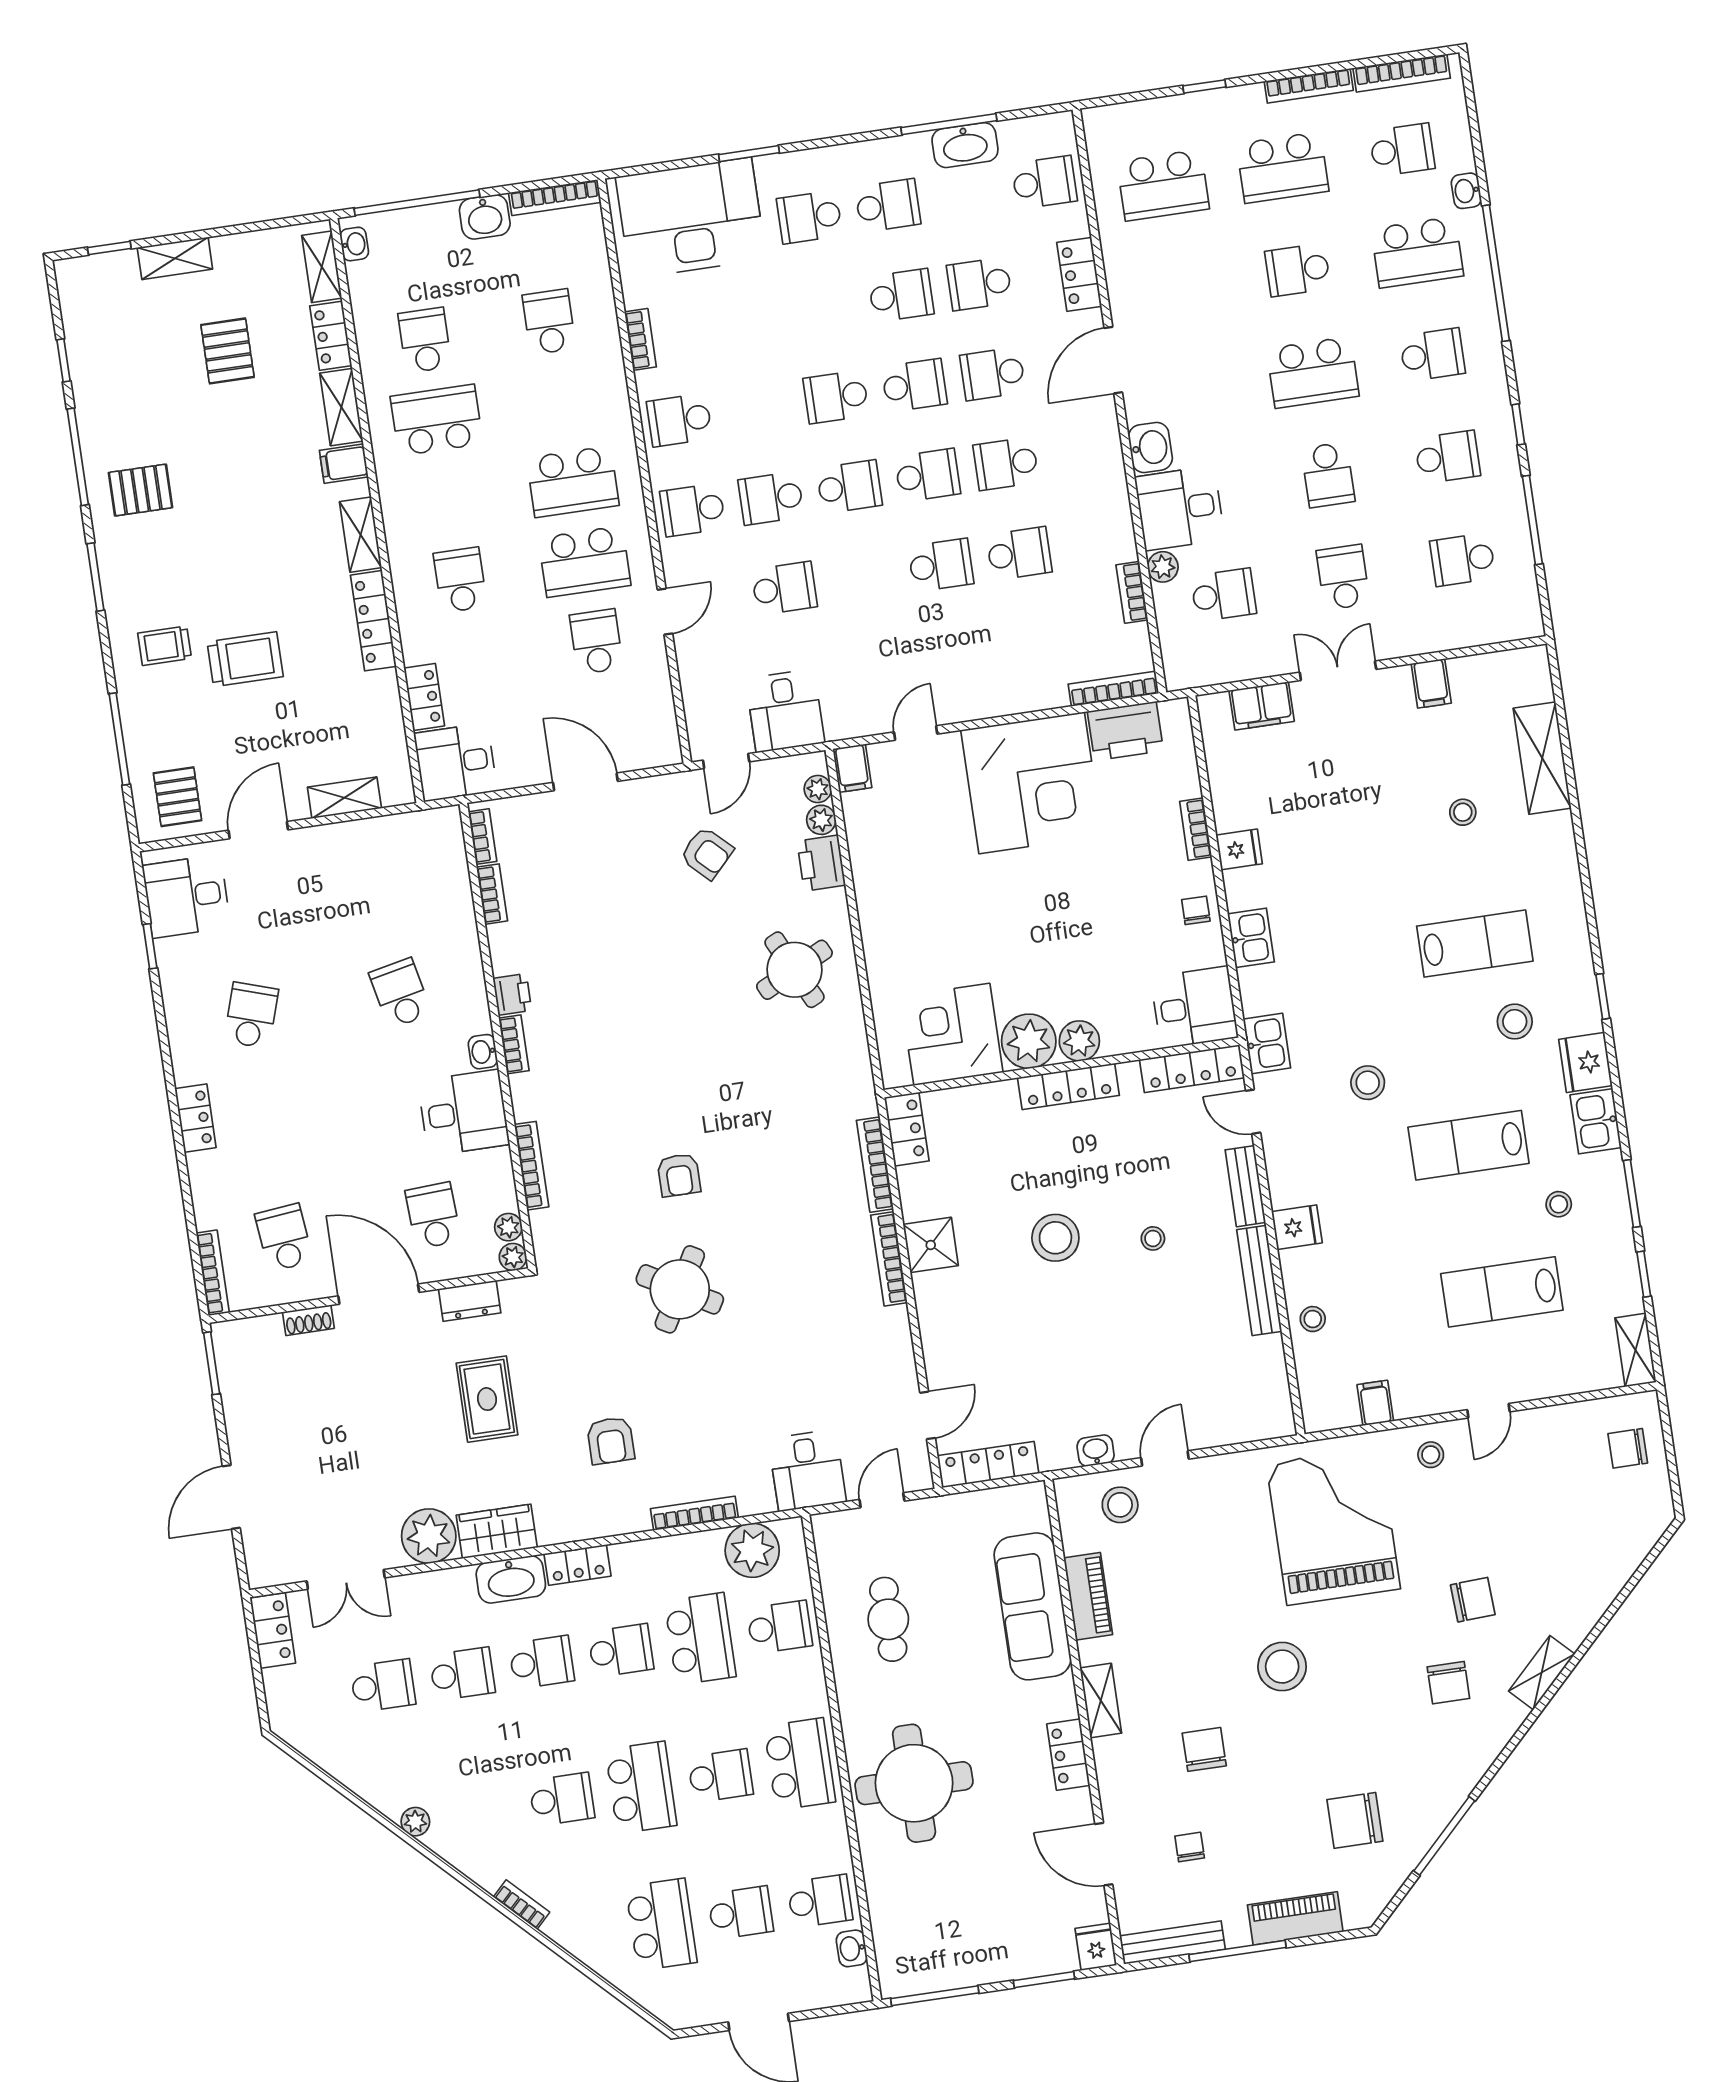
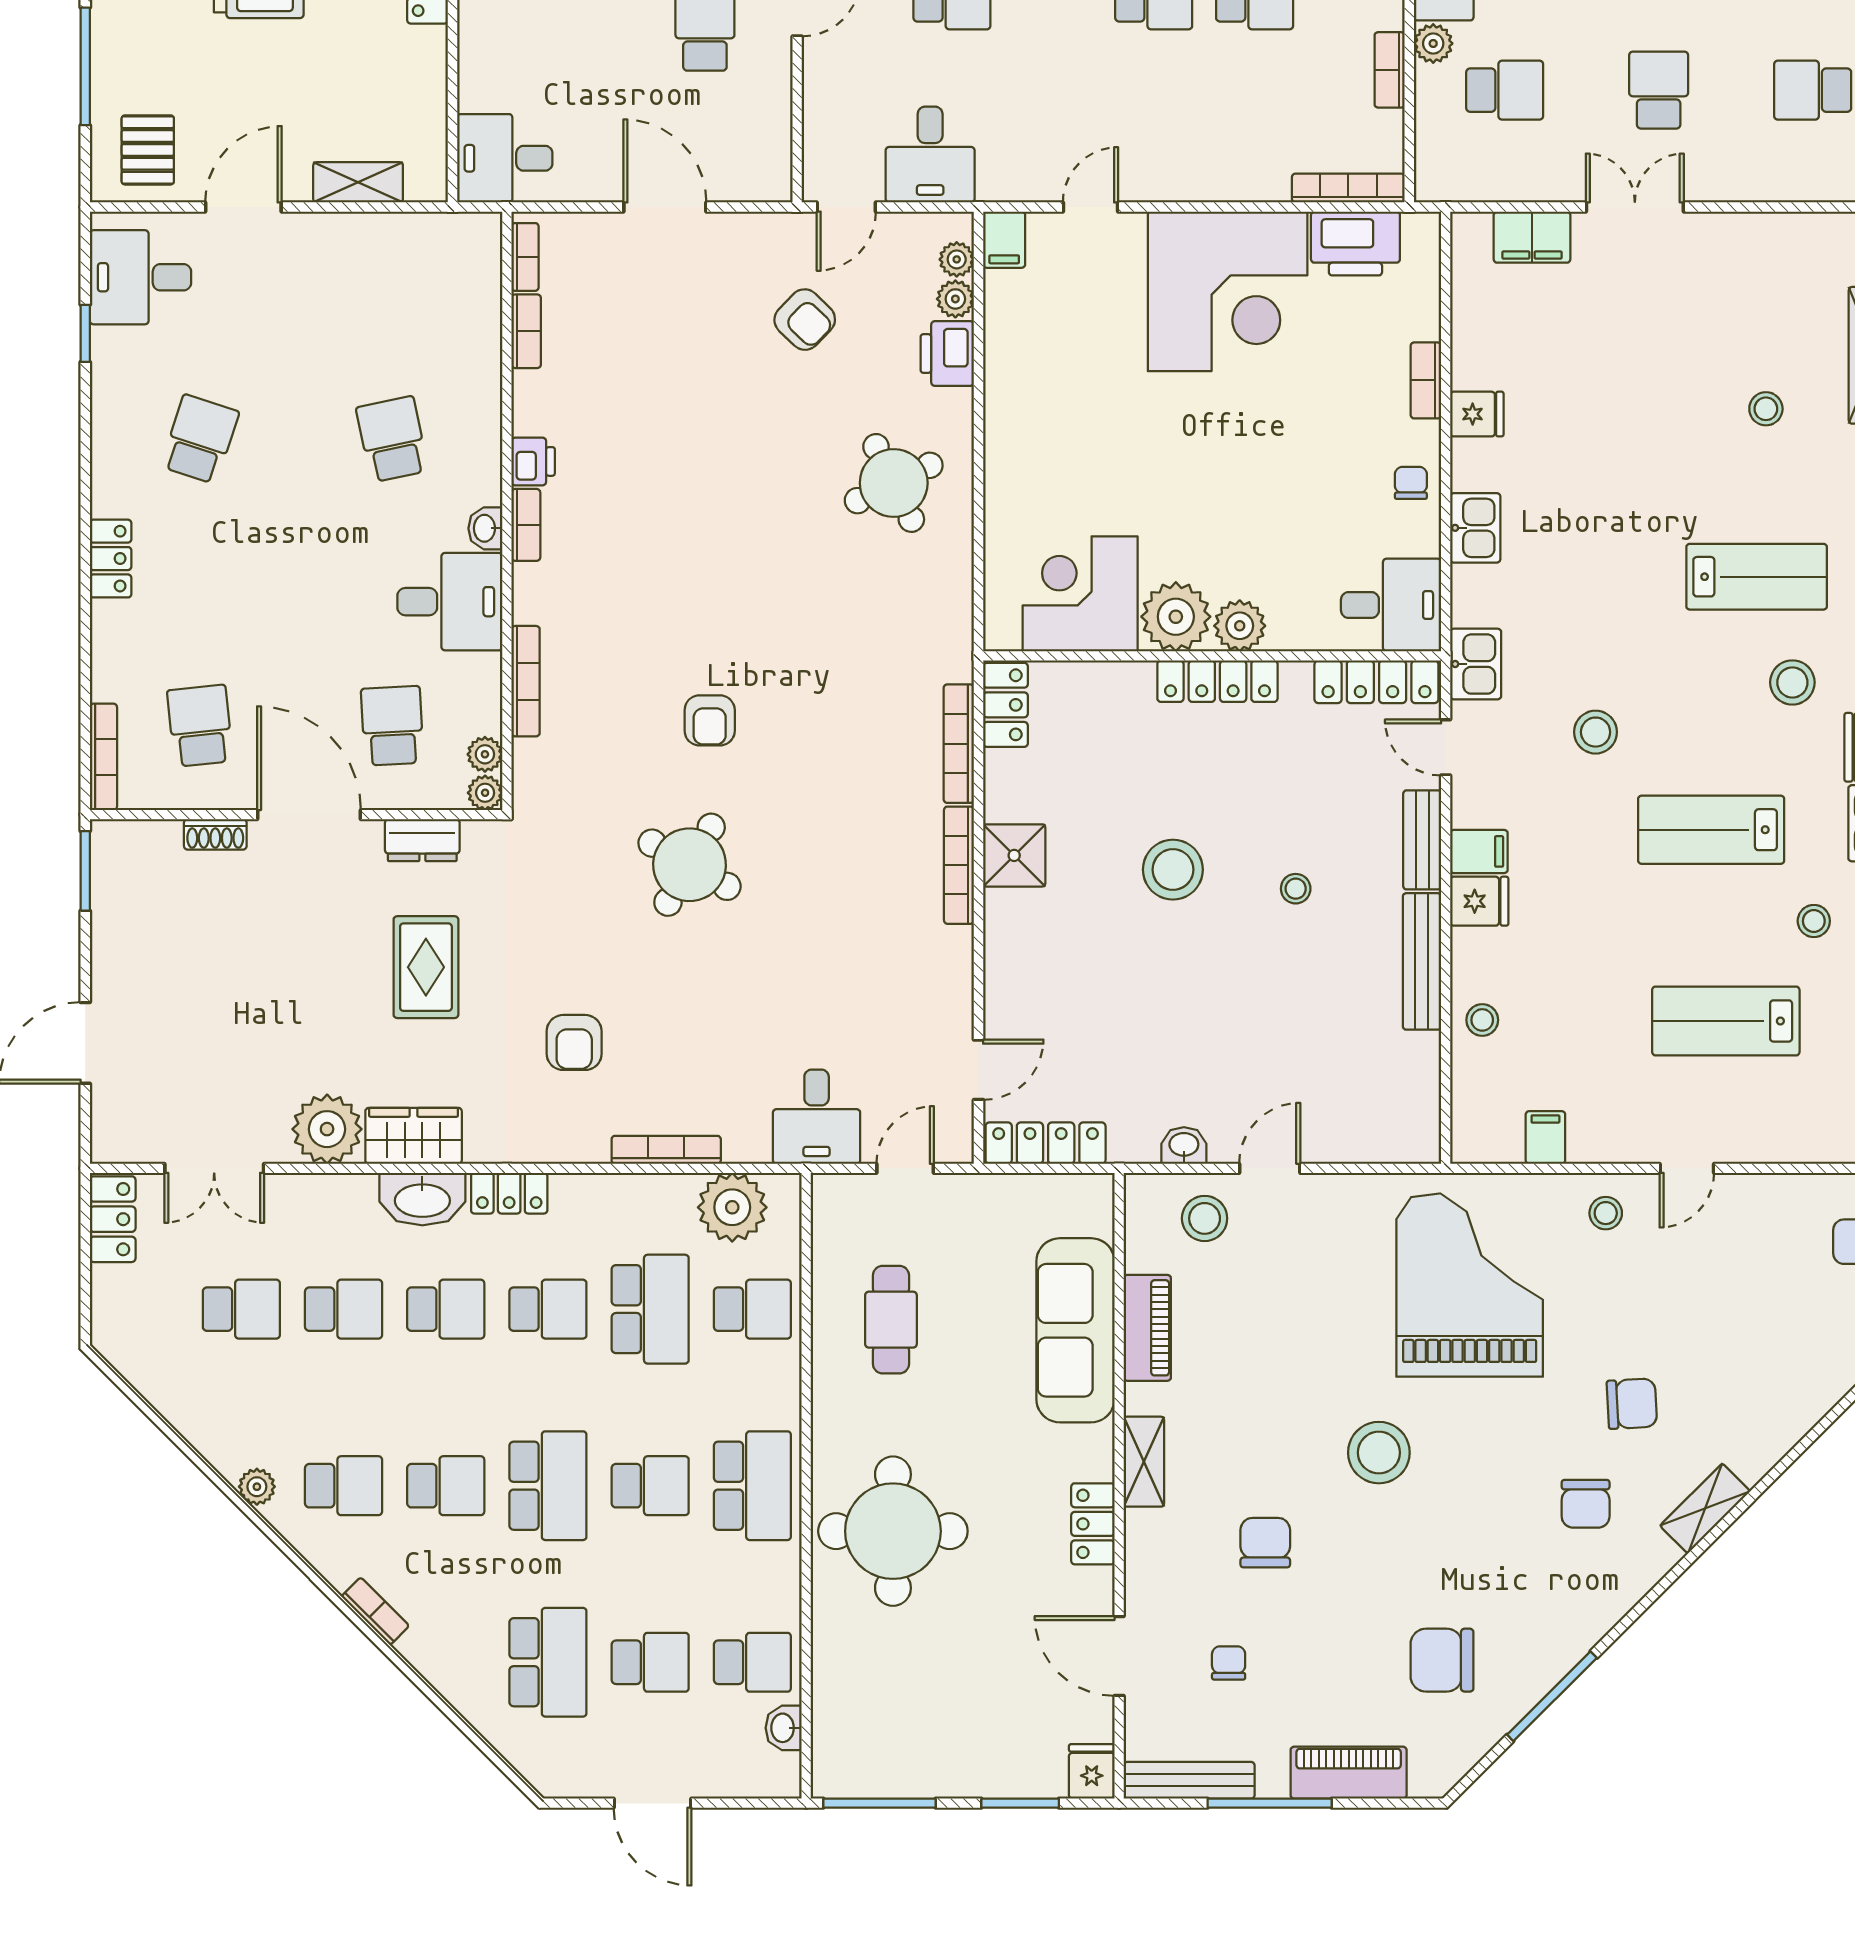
filing cabinet: (1431, 683) -> (1479, 851), moved, turned -90
locker: (424, 697) -> (477, 70), removed
school desk: (482, 1811) -> (344, 1486), added

